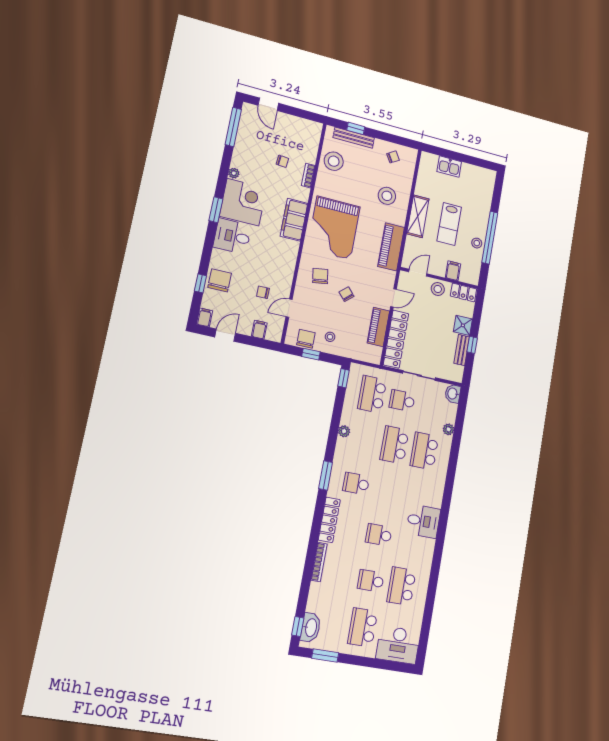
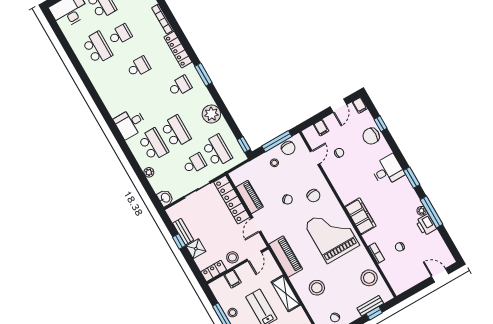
window: (233, 127) -> (431, 212), moved
bench: (354, 138) -> (370, 306), width x0.73
printer: (241, 158) -> (426, 225), added
corner desk: (243, 202) -> (400, 198), removed
chair: (220, 280) -> (371, 136), turned 90
window: (311, 354) -> (277, 141), width x2.17
plant: (344, 431) -> (211, 114), width x1.87, depth x1.87
desk: (423, 521) -> (130, 123), moved

